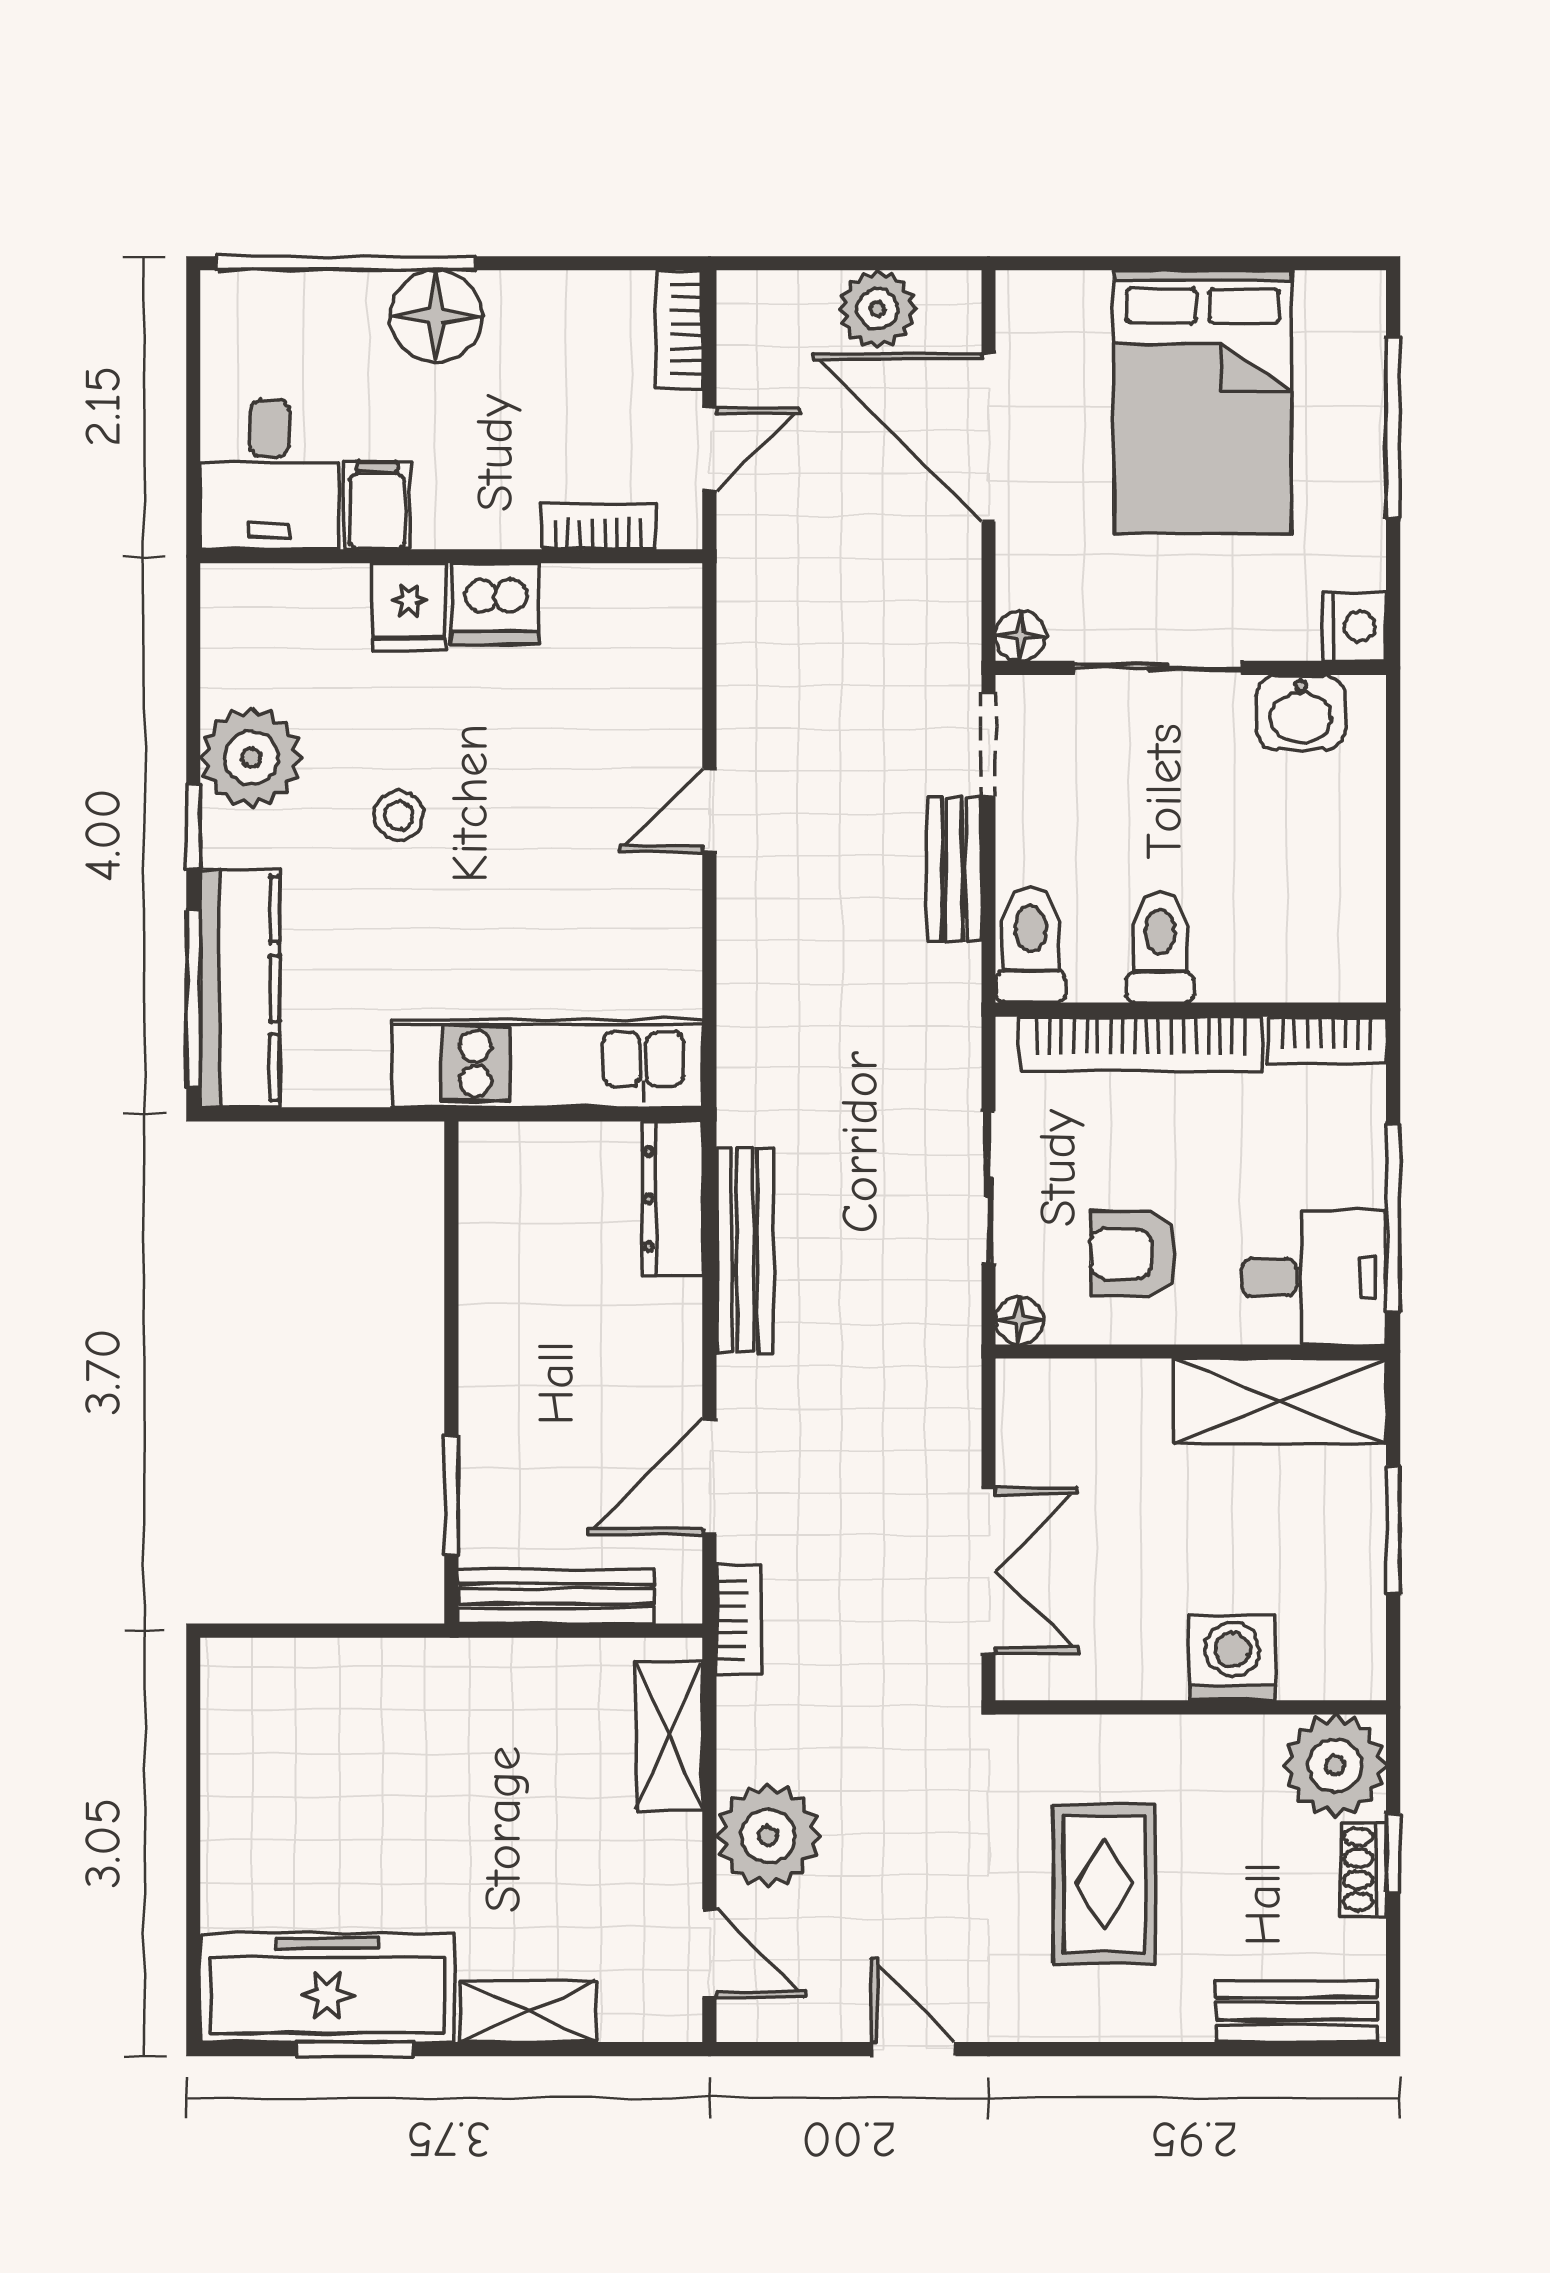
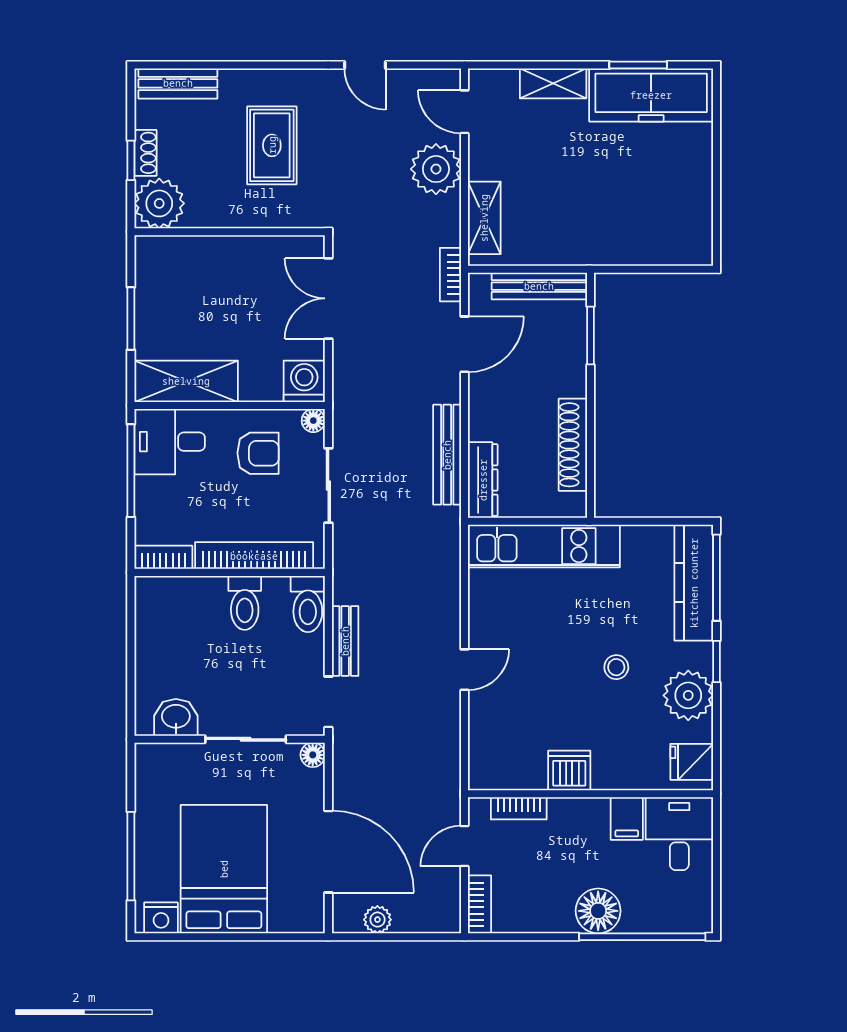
plant: (877, 309) -> (377, 920), width x0.73, depth x0.73
fridge: (409, 607) -> (692, 762), moved, turned -90
nightstand: (1355, 627) -> (161, 918), moved, turned -90
shoe rack: (487, 1271) -> (573, 445), added
washing machine: (1232, 1658) -> (304, 381), moved, turned 180

